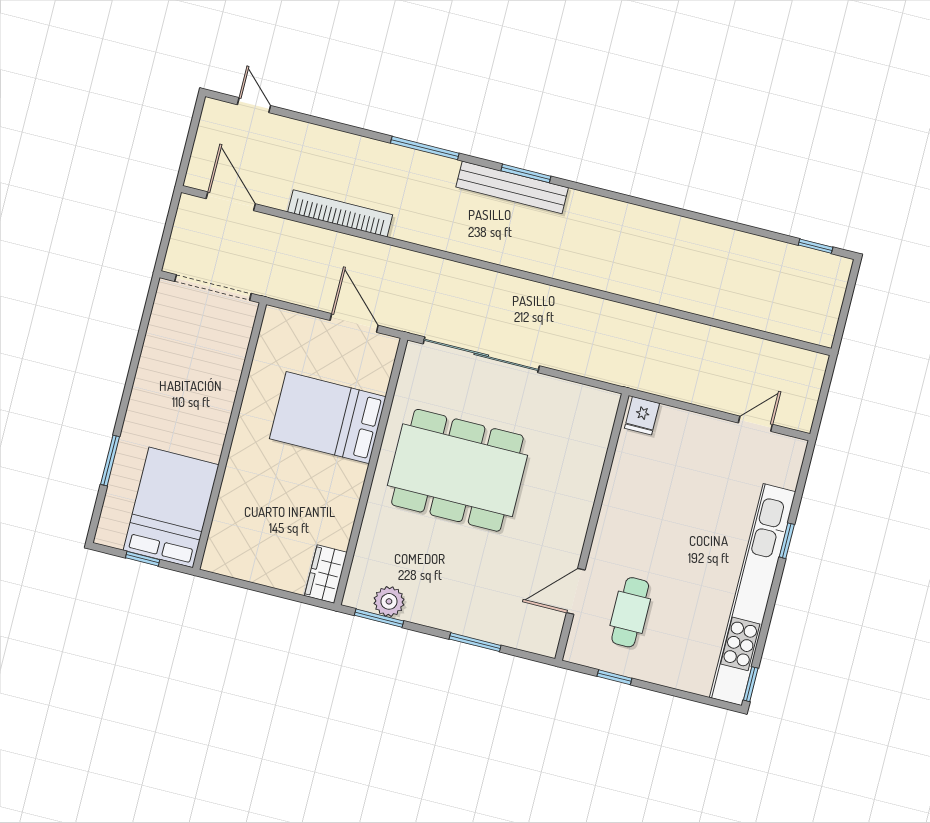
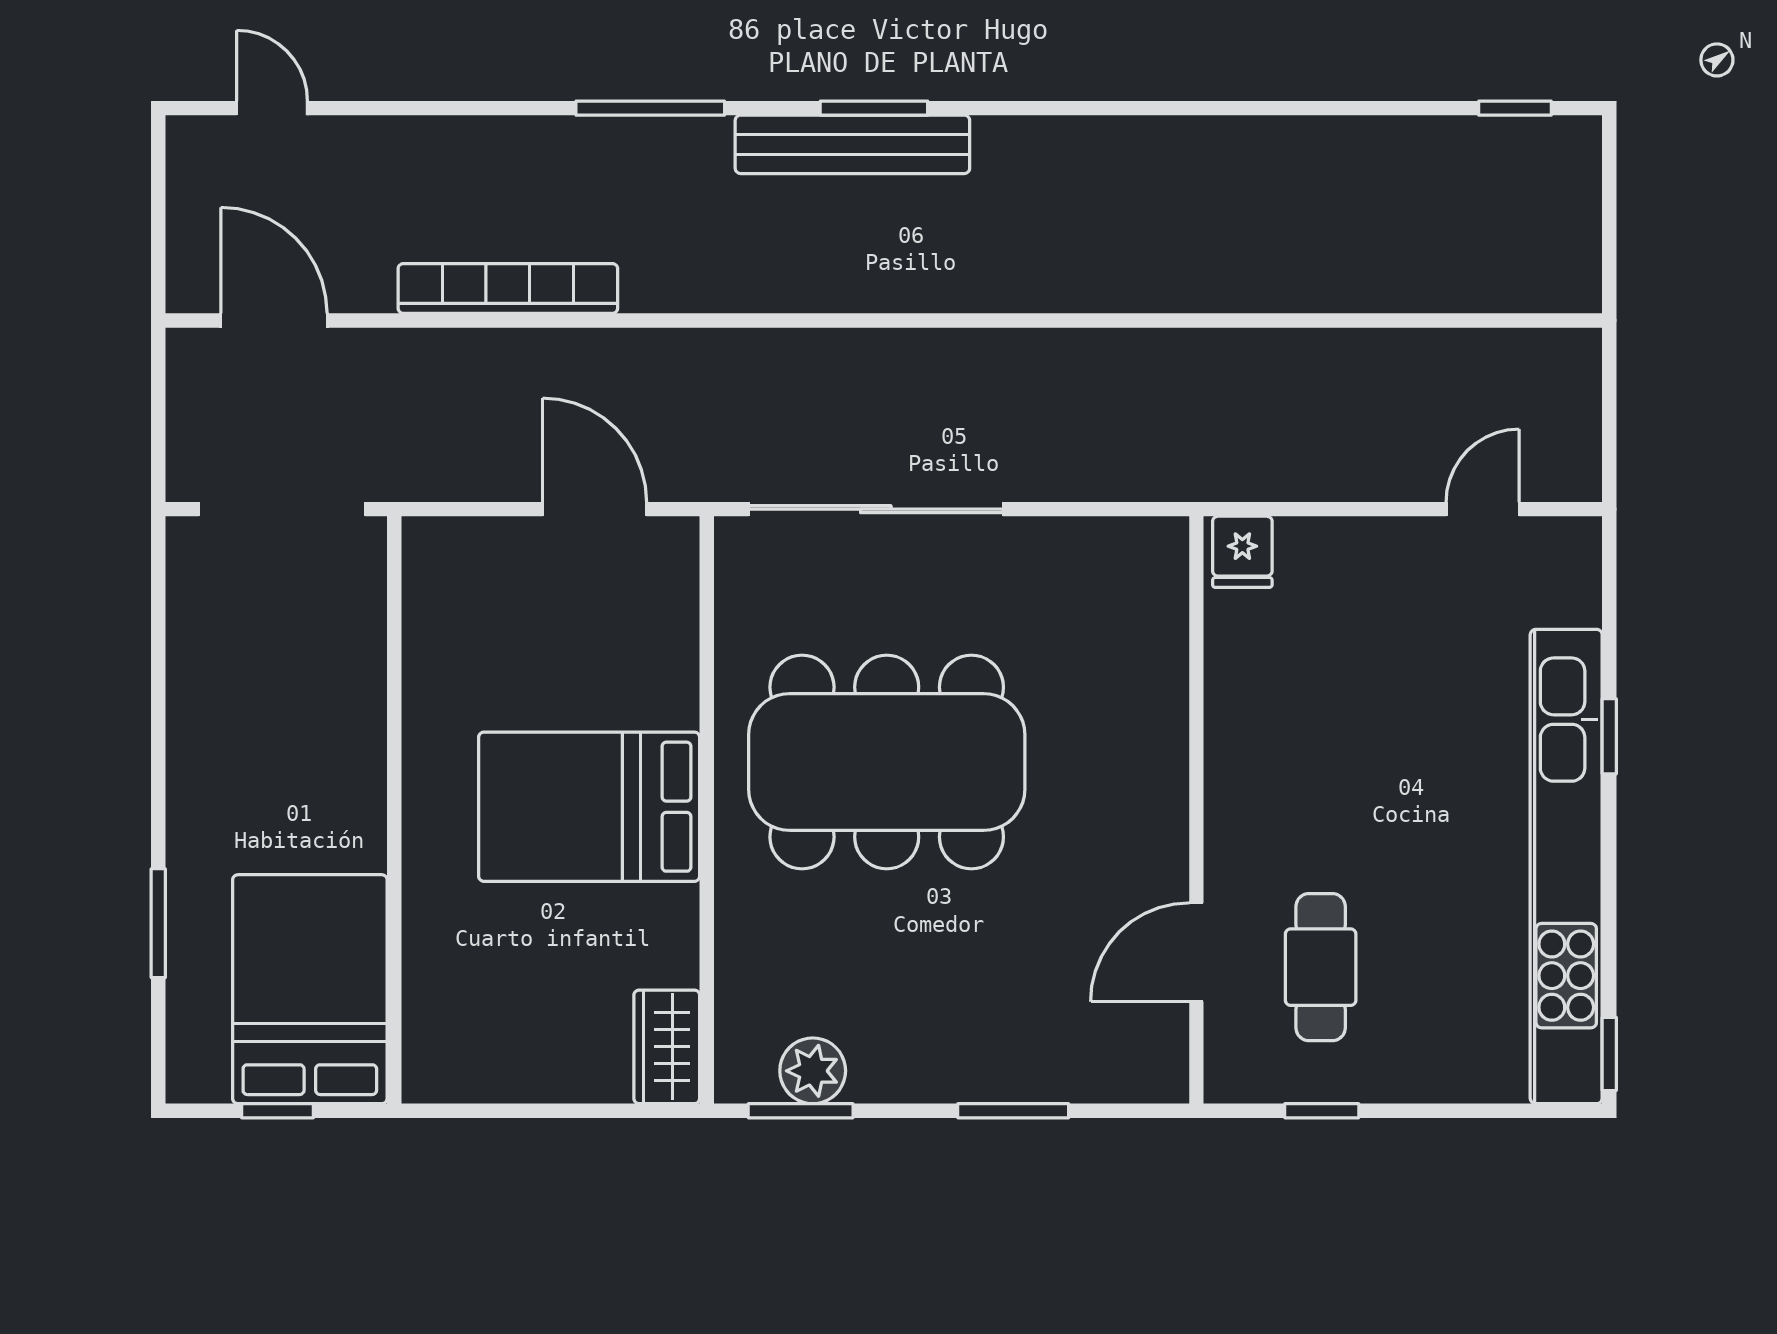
bed: (328, 418) -> (589, 807), moved

